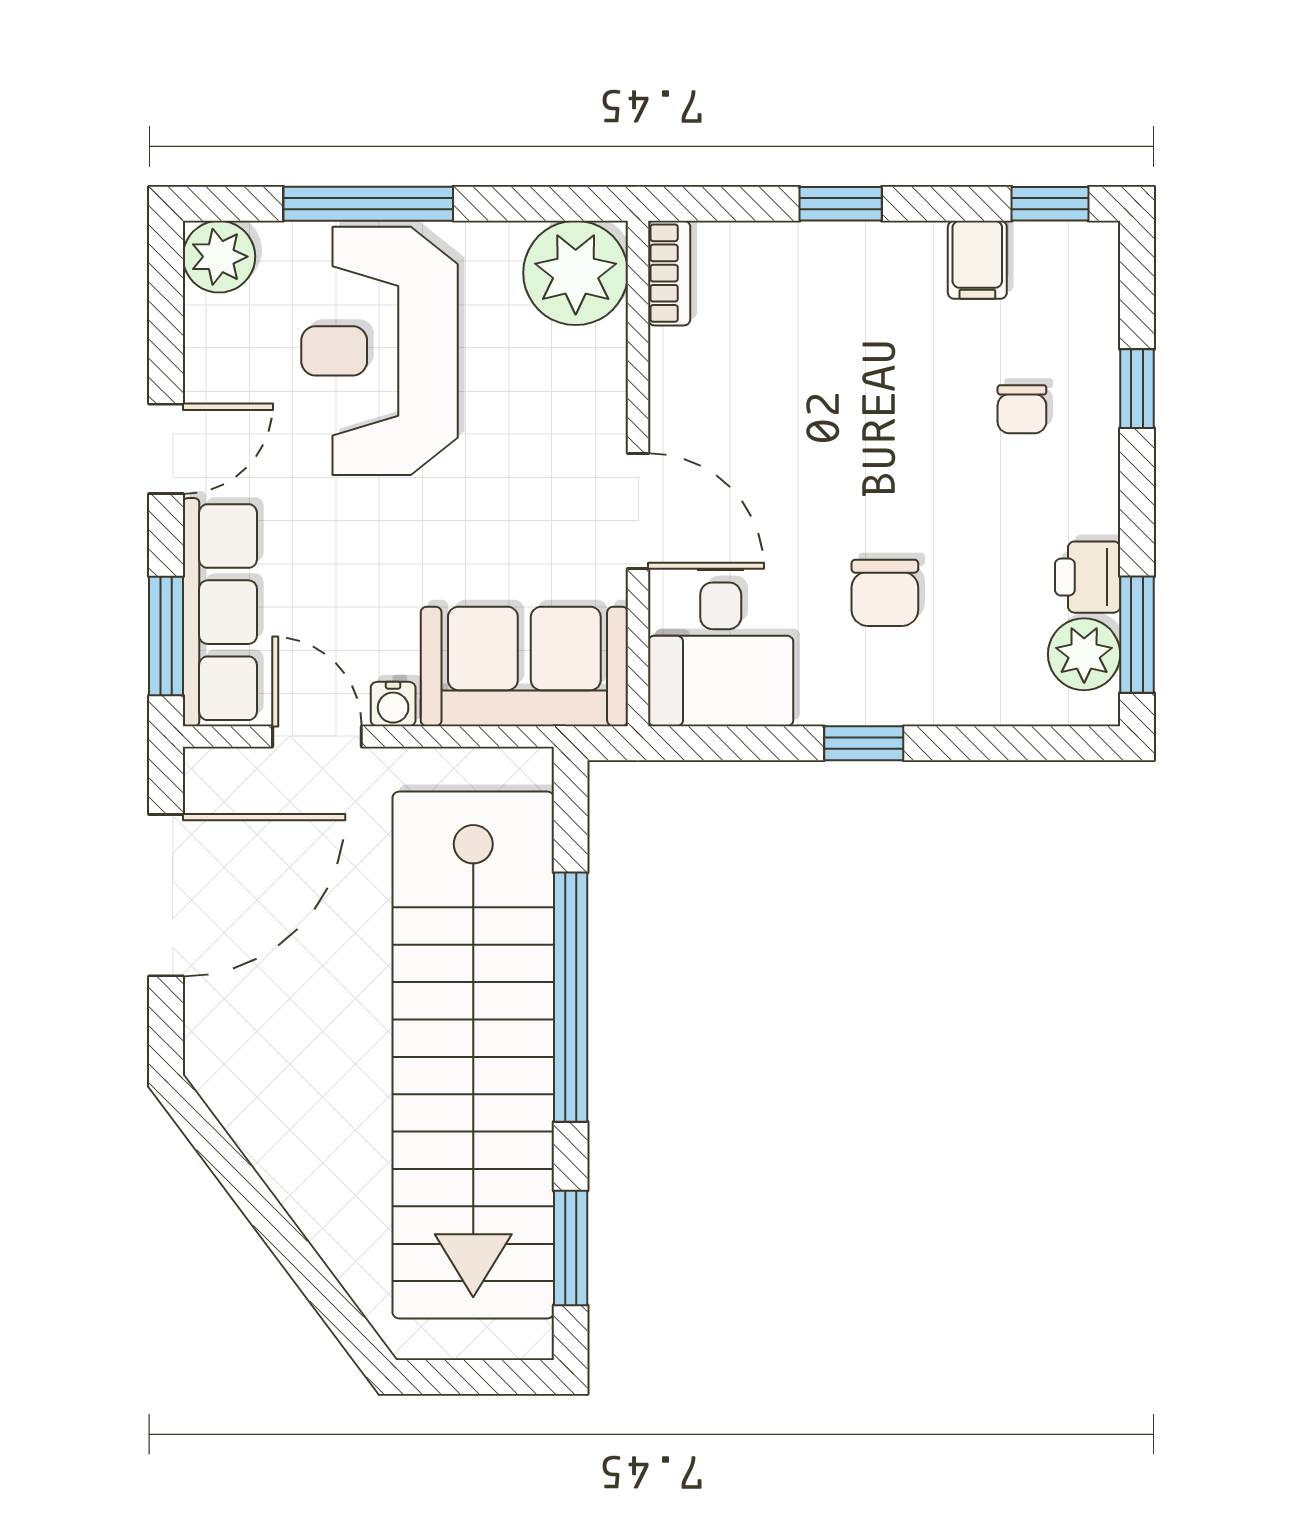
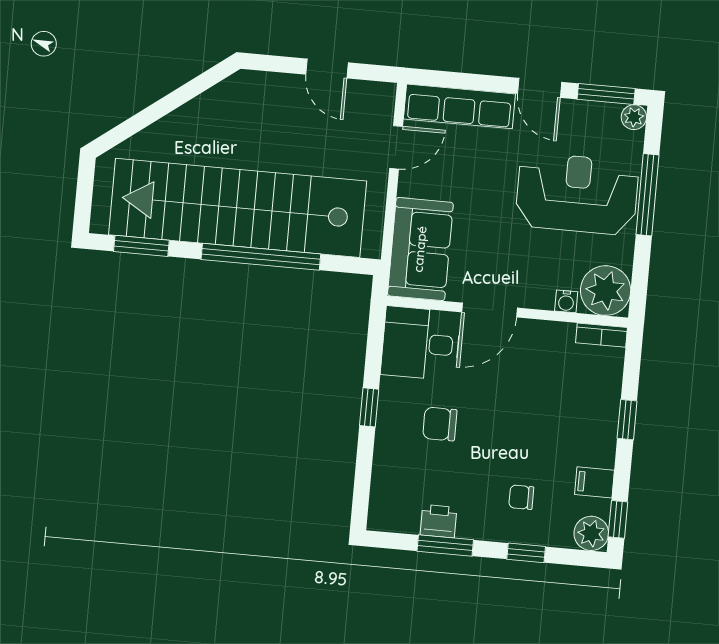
plant: (219, 257) -> (634, 117), width x0.73, depth x0.73
window: (1137, 635) -> (445, 546), moved
window: (166, 636) -> (606, 94), moved
plant: (1084, 654) -> (591, 533), moved
water cooler: (393, 704) -> (566, 301), moved, turned -90
door: (166, 895) -> (327, 69), width x0.53

